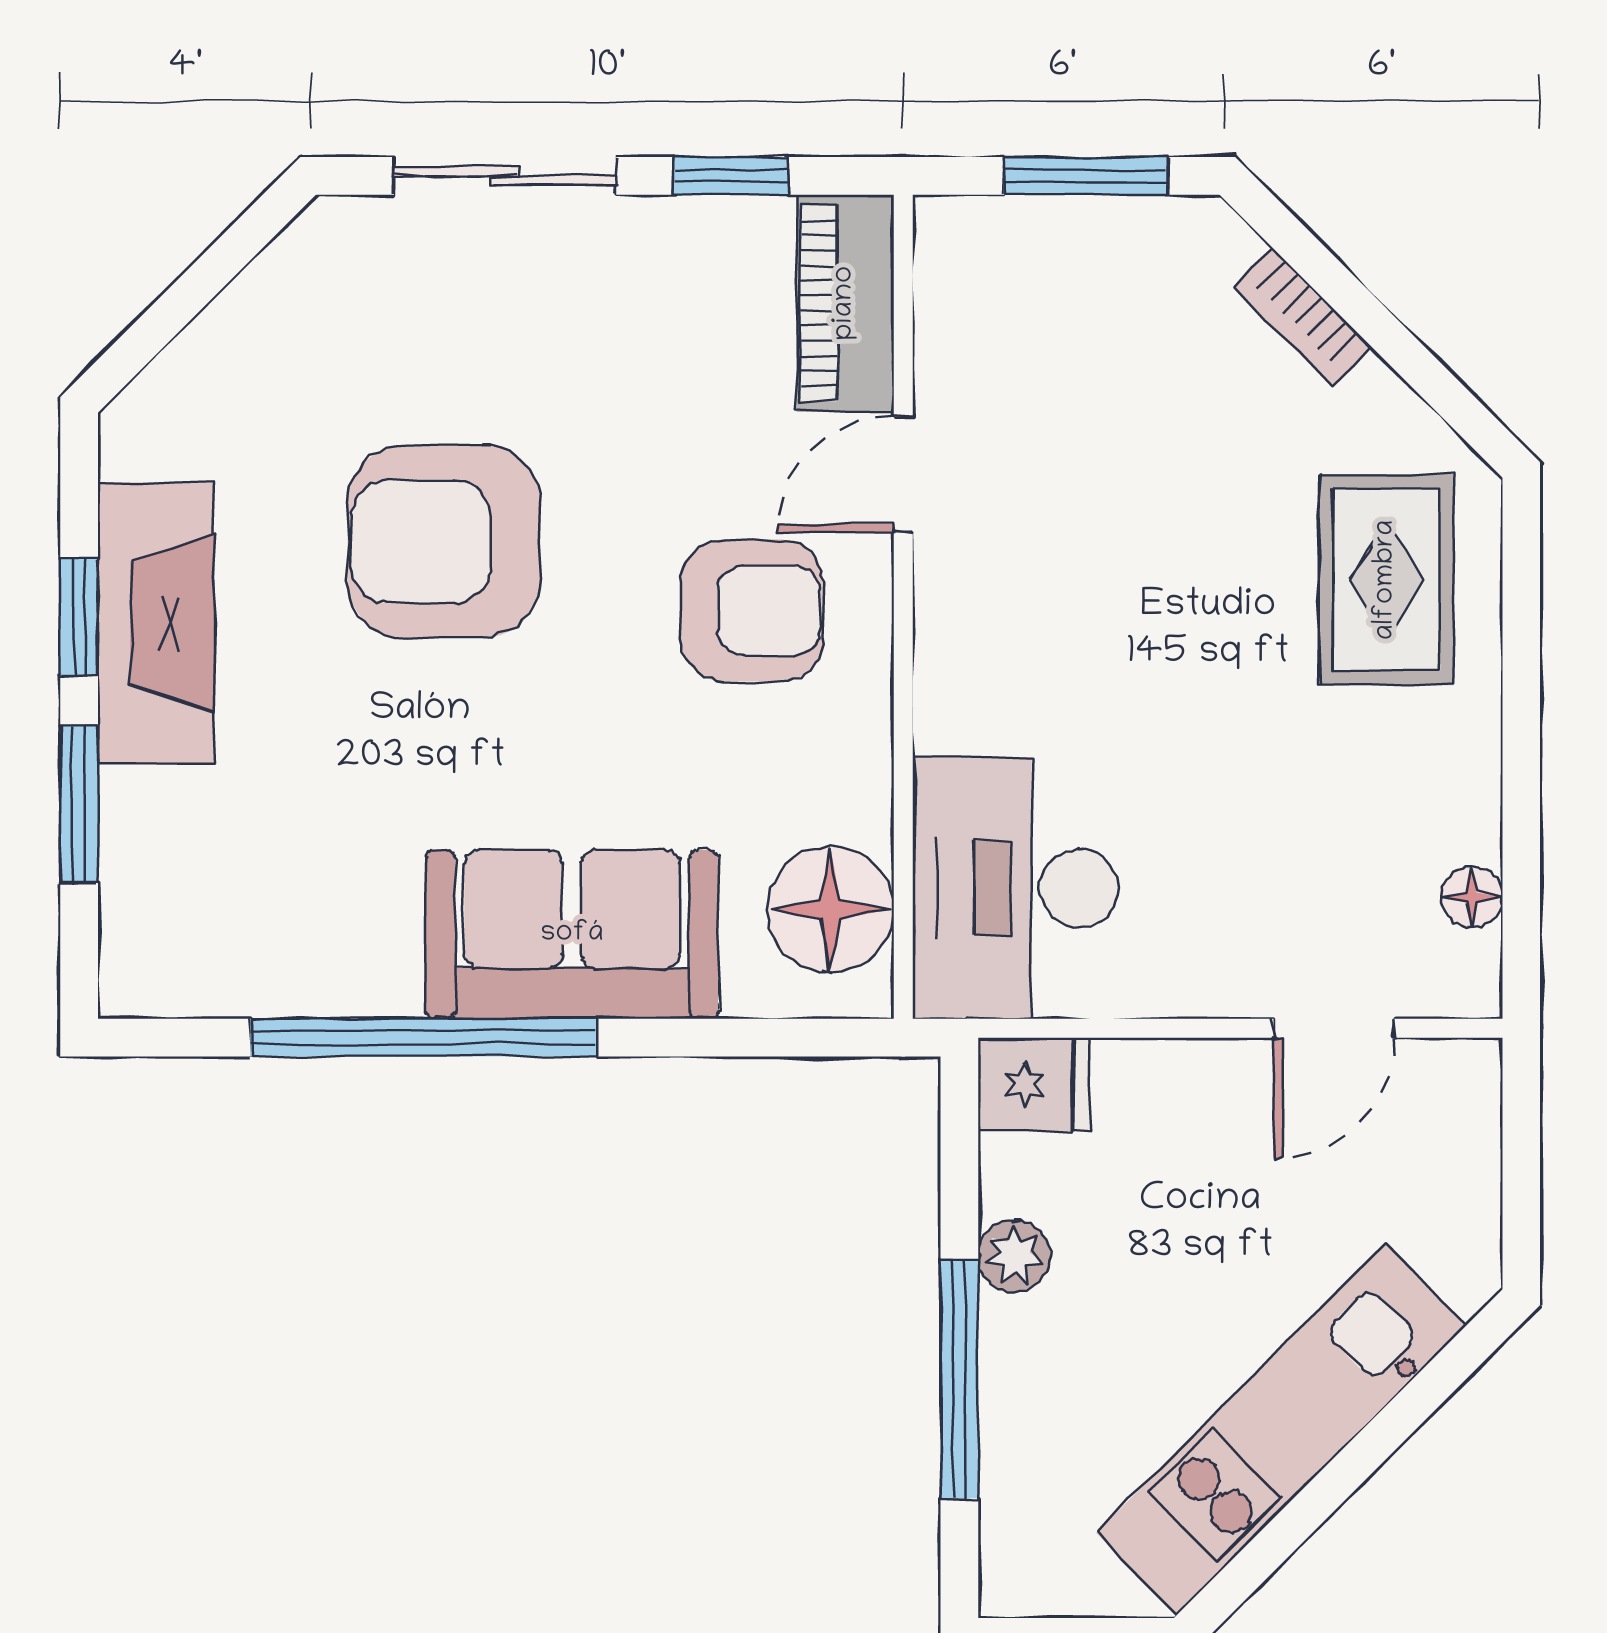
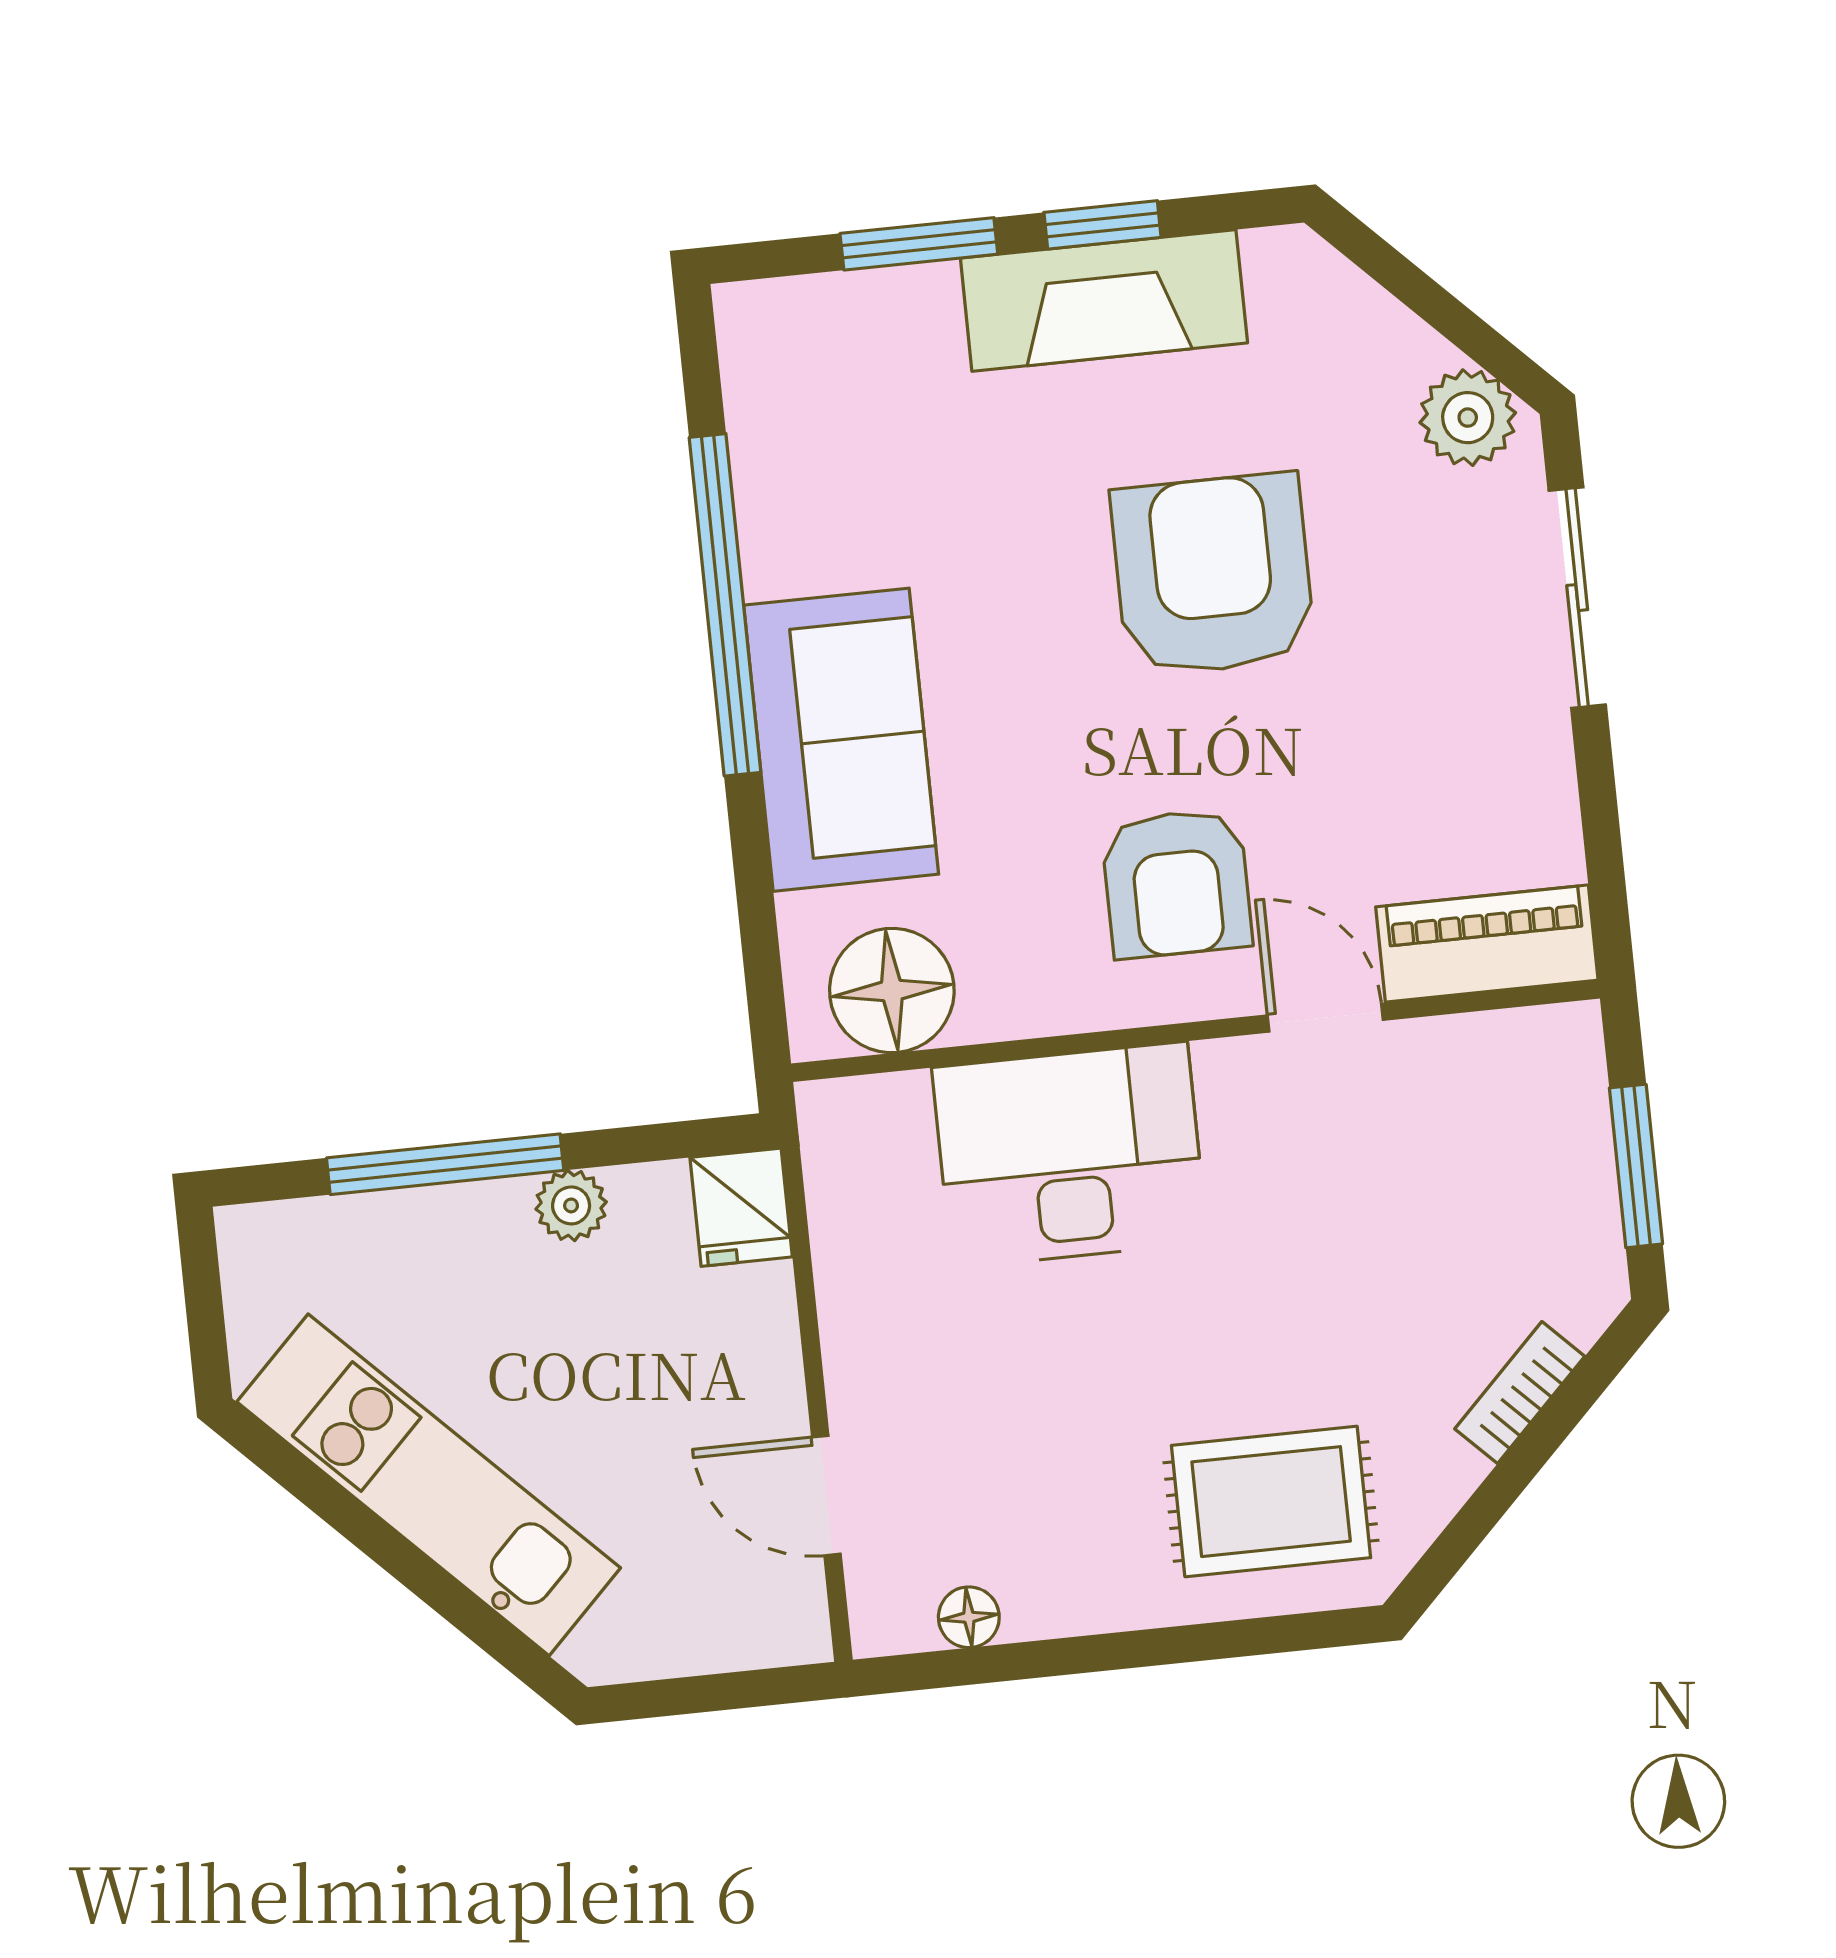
window: (731, 176) -> (1600, 819), removed
plant: (312, 268) -> (1468, 418), added
desk: (1015, 888) -> (1070, 1155), moved

